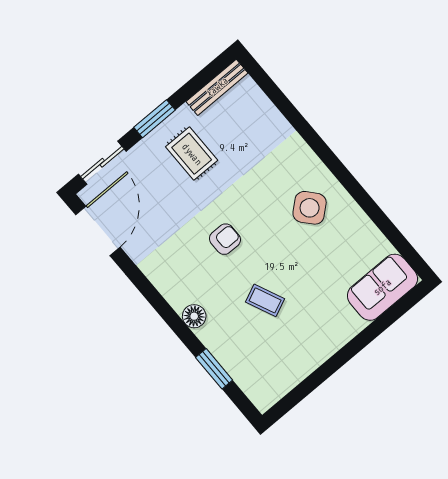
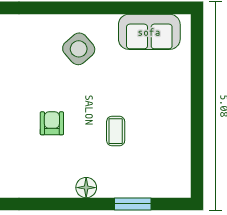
sofa: (382, 287) -> (149, 32), moved, turned -90
coffee table: (265, 300) -> (116, 131), turned -66

